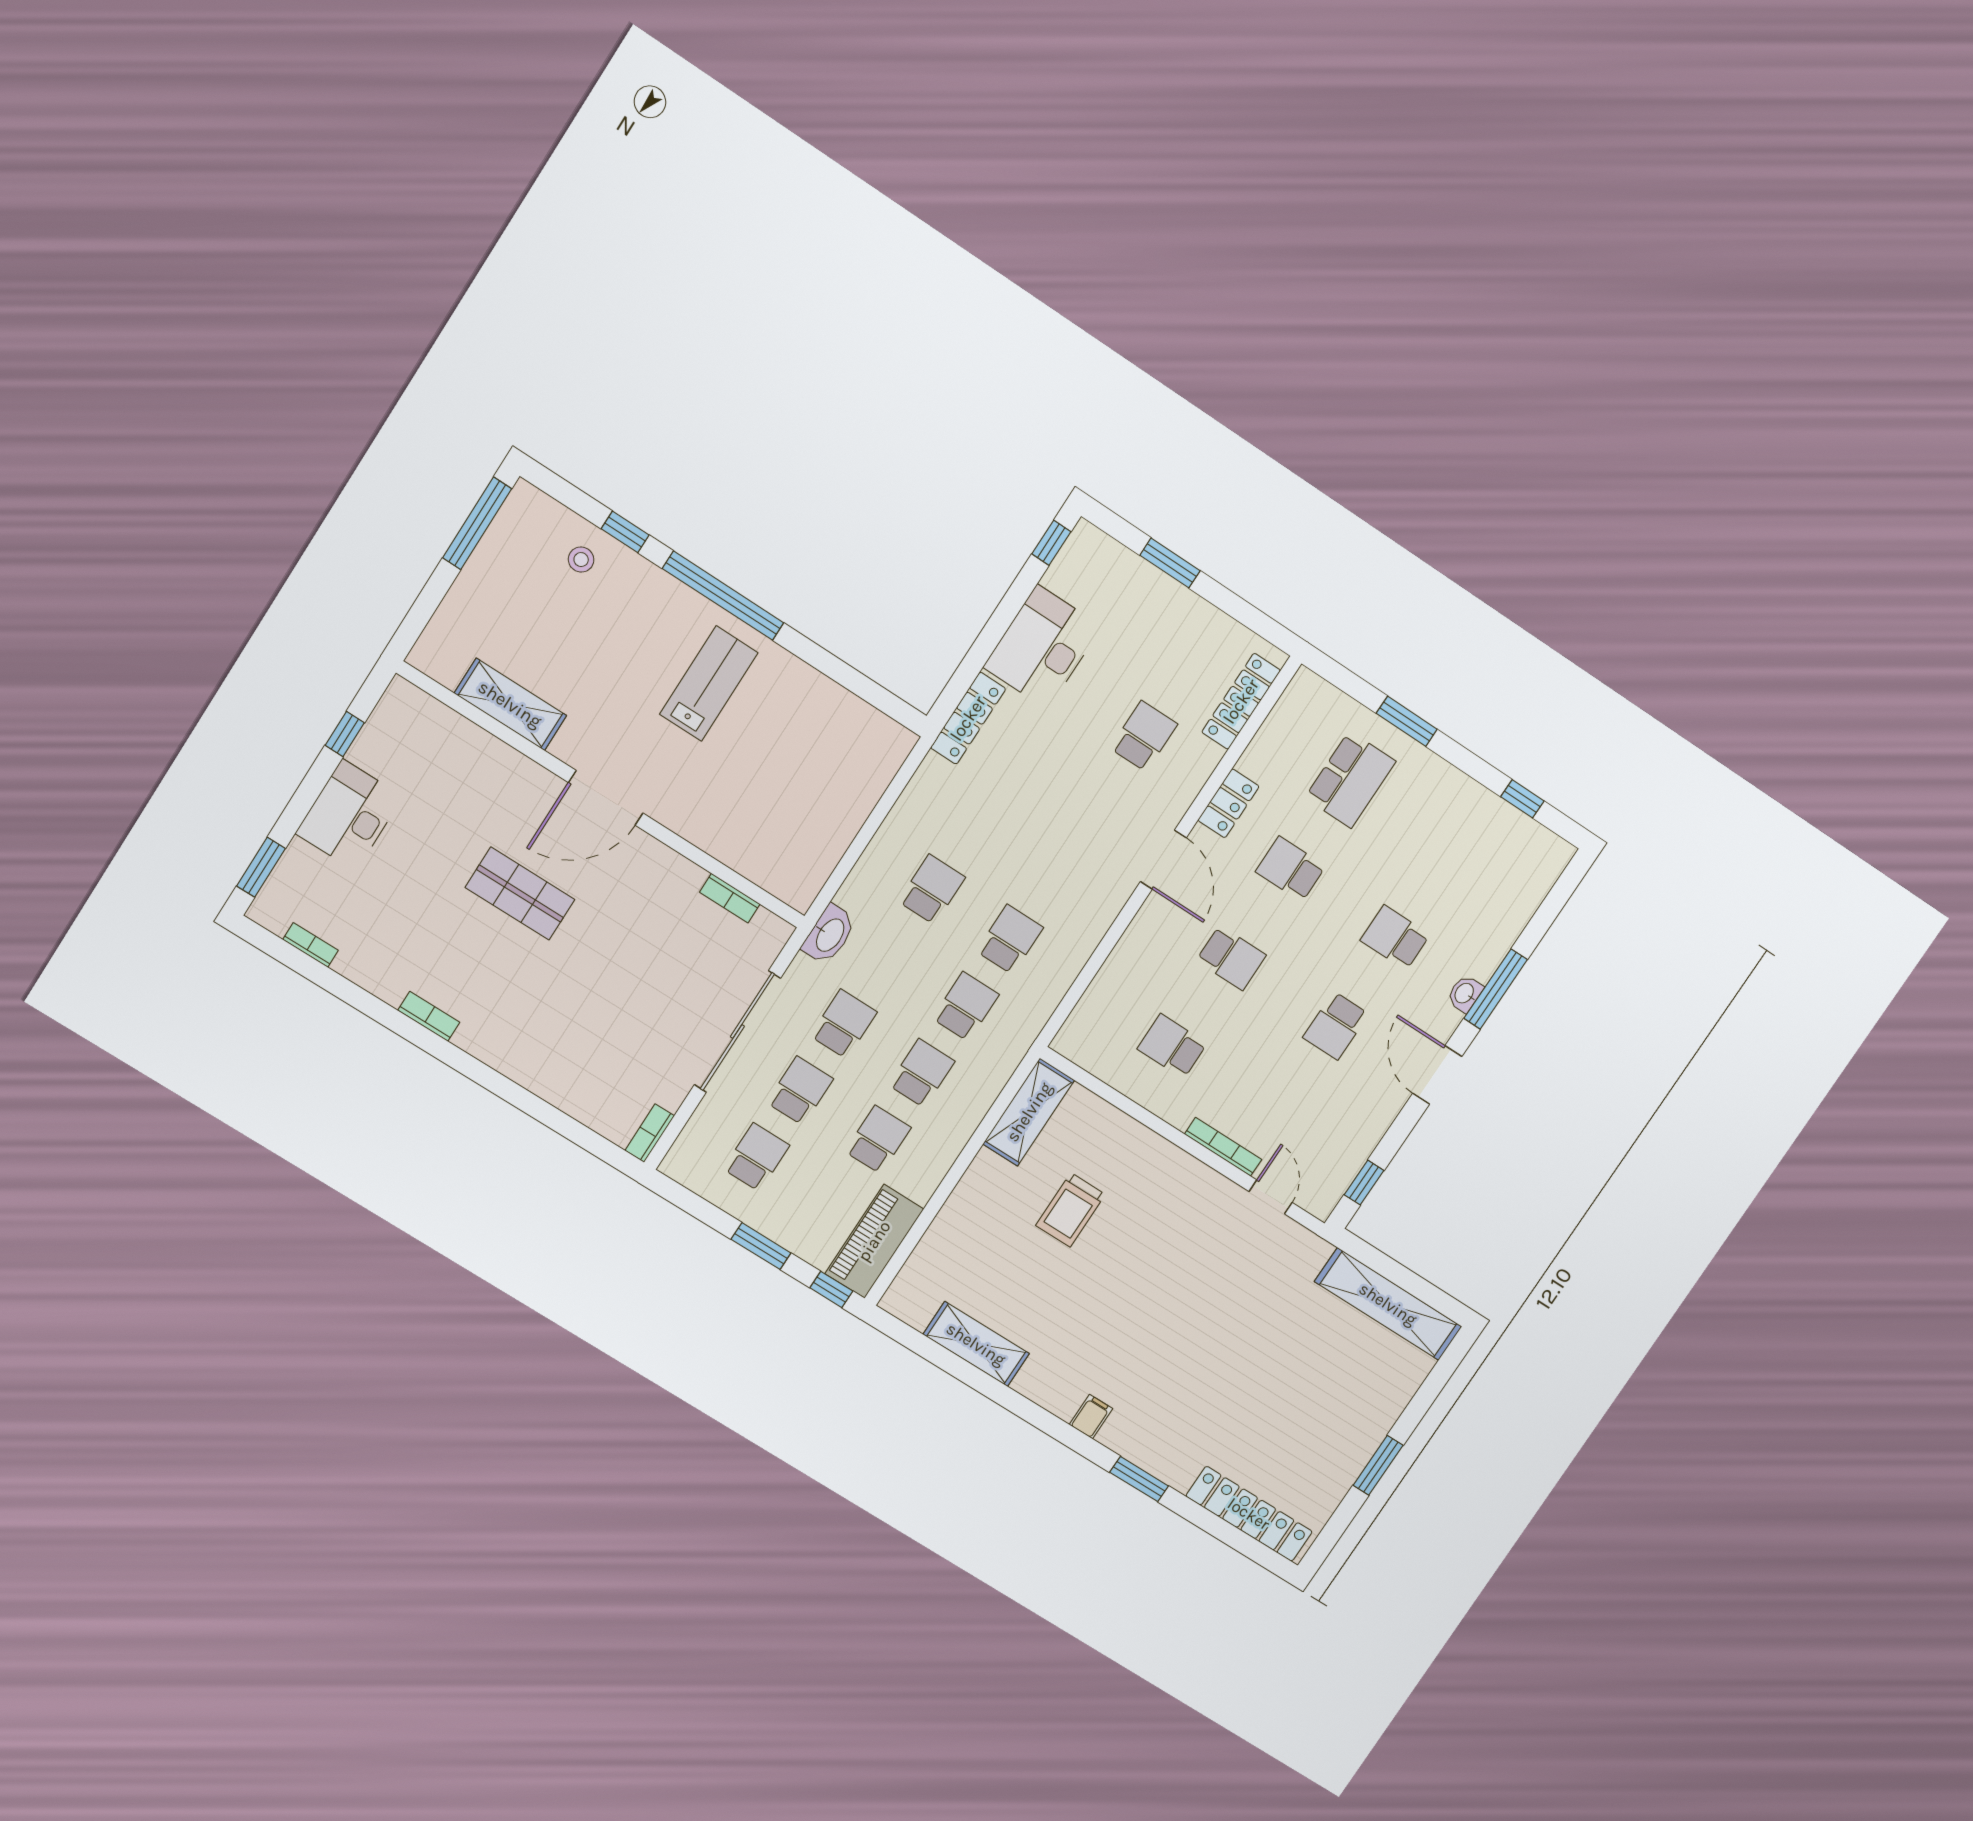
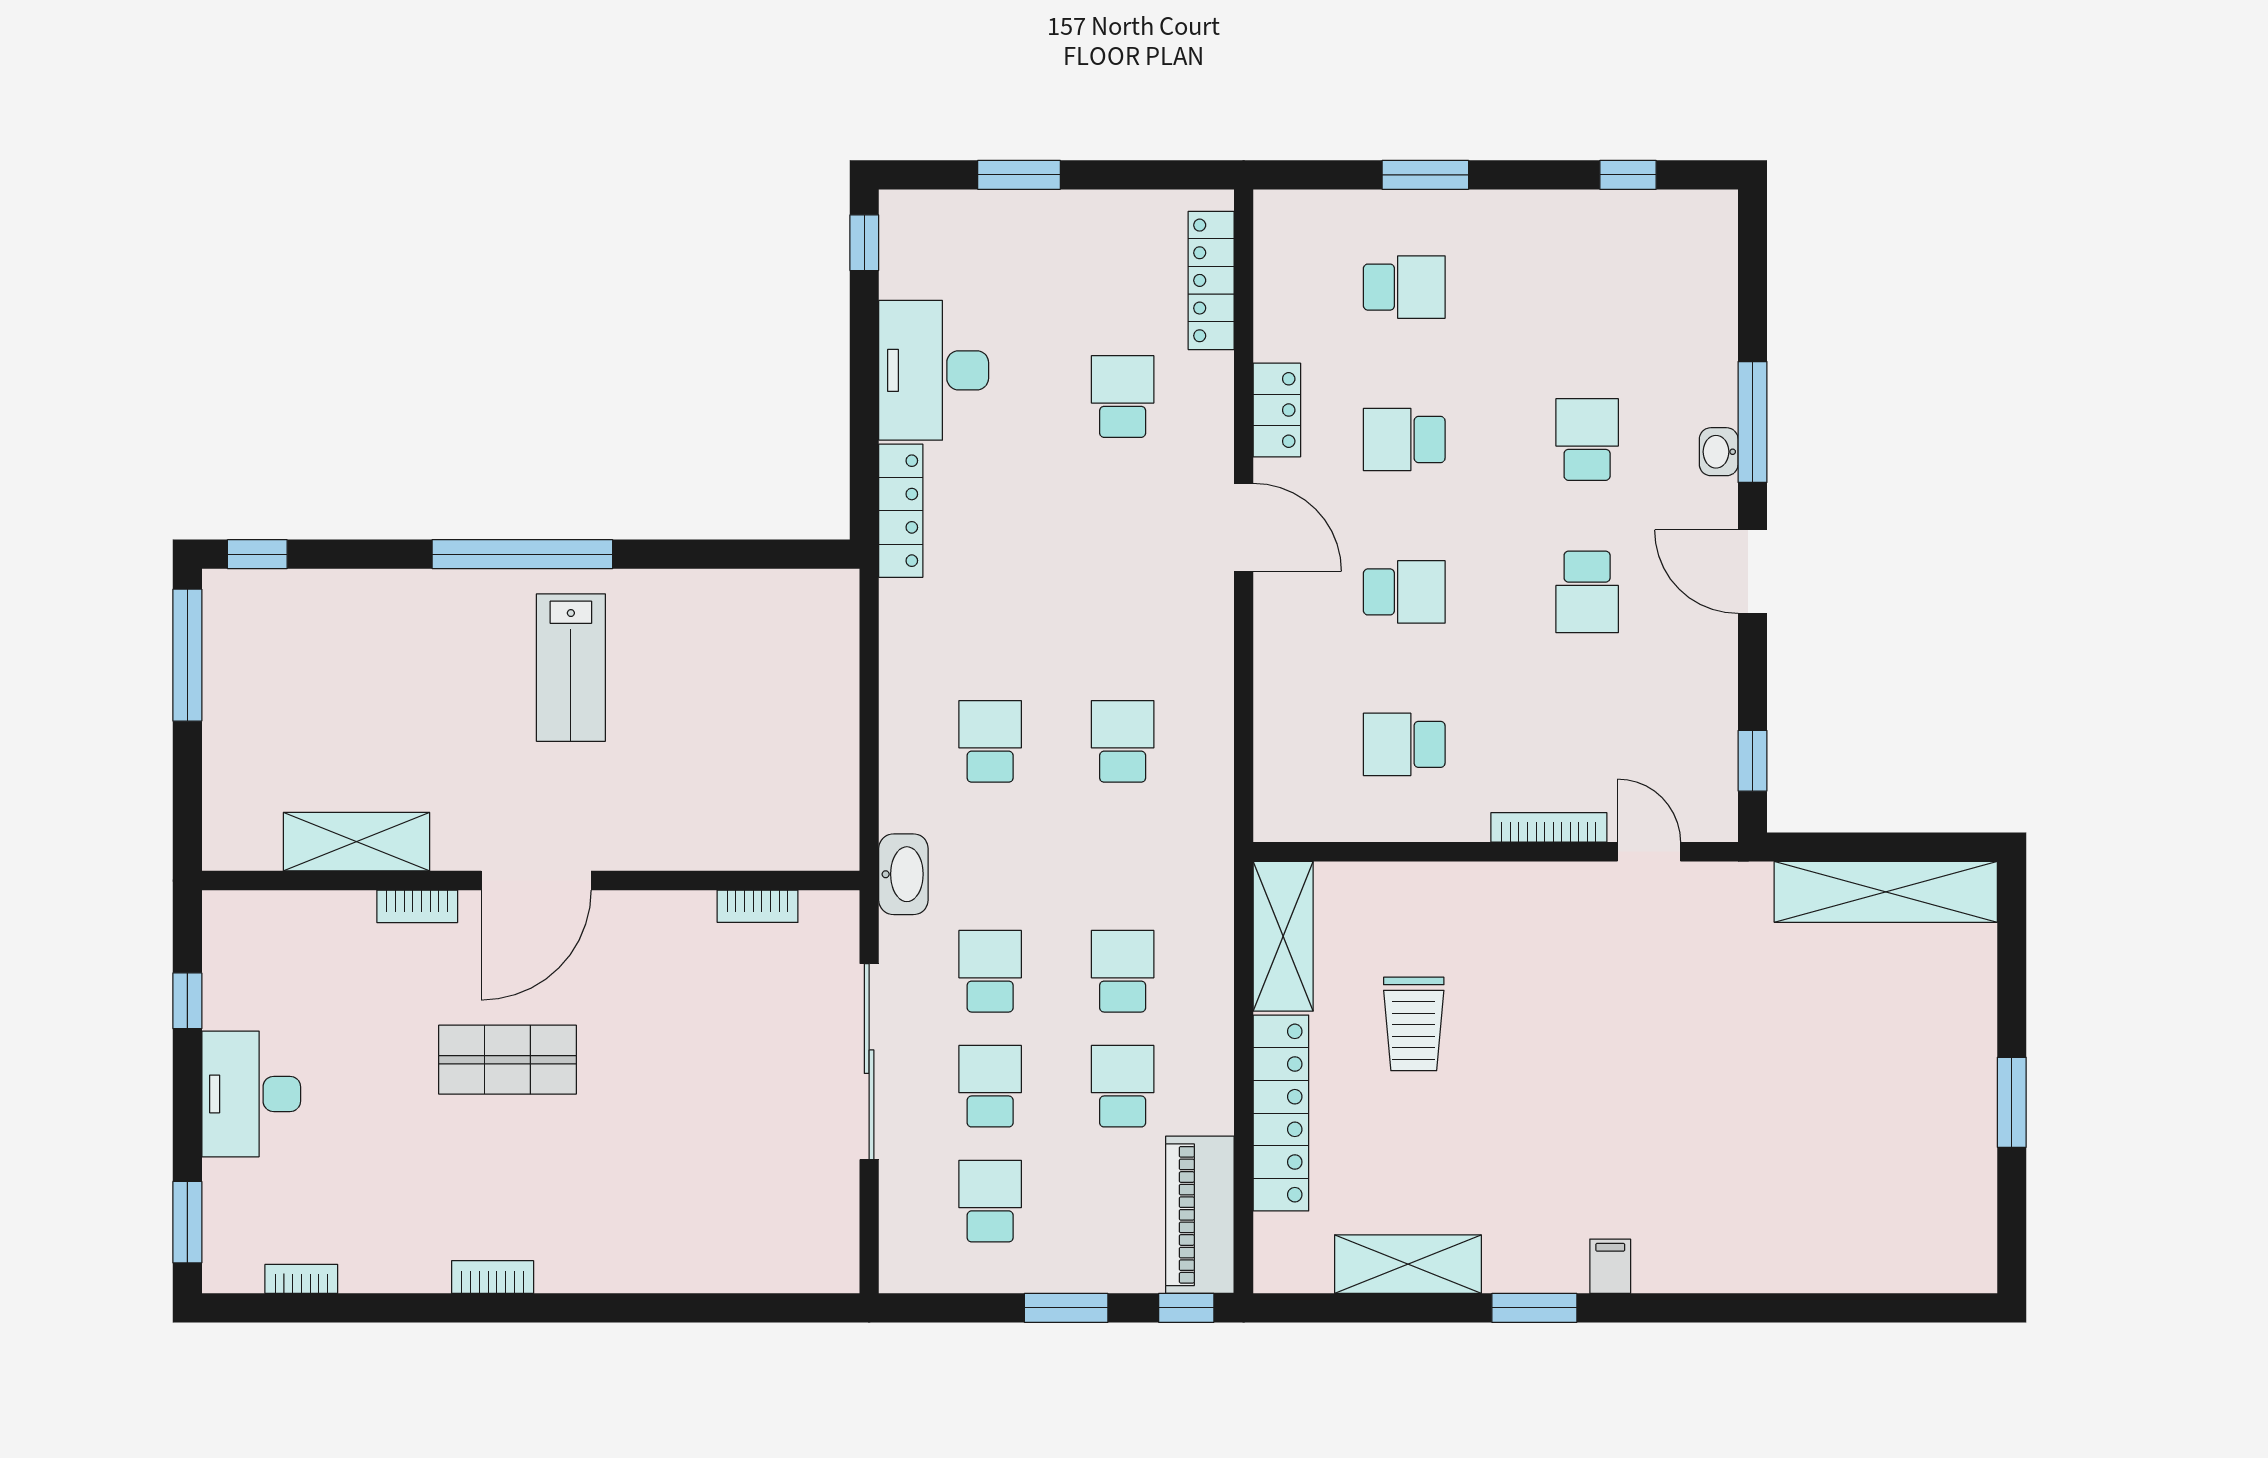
window: (625, 532) -> (257, 554), moved
stool: (581, 560) -> (332, 619), removed
lab bench: (709, 683) -> (571, 668), turned 180
school desk: (1350, 780) -> (1404, 287), width x0.54
school desk: (1395, 938) -> (1587, 440), turned 90
school desk: (966, 1006) -> (1123, 856), removed
bookcase: (650, 1133) -> (417, 906), moved, turned -90
window: (1139, 1479) -> (1534, 1308), moved
locker: (1249, 1514) -> (1281, 1113), moved, turned 90

